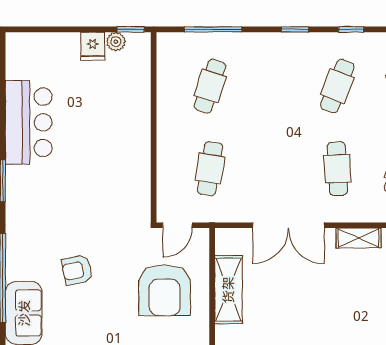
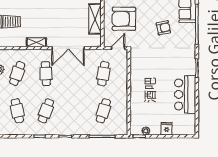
fridge: (93, 46) -> (167, 129), moved
double door: (288, 225) -> (68, 48), swing flipped
armchair: (164, 290) -> (124, 19), turned -90

